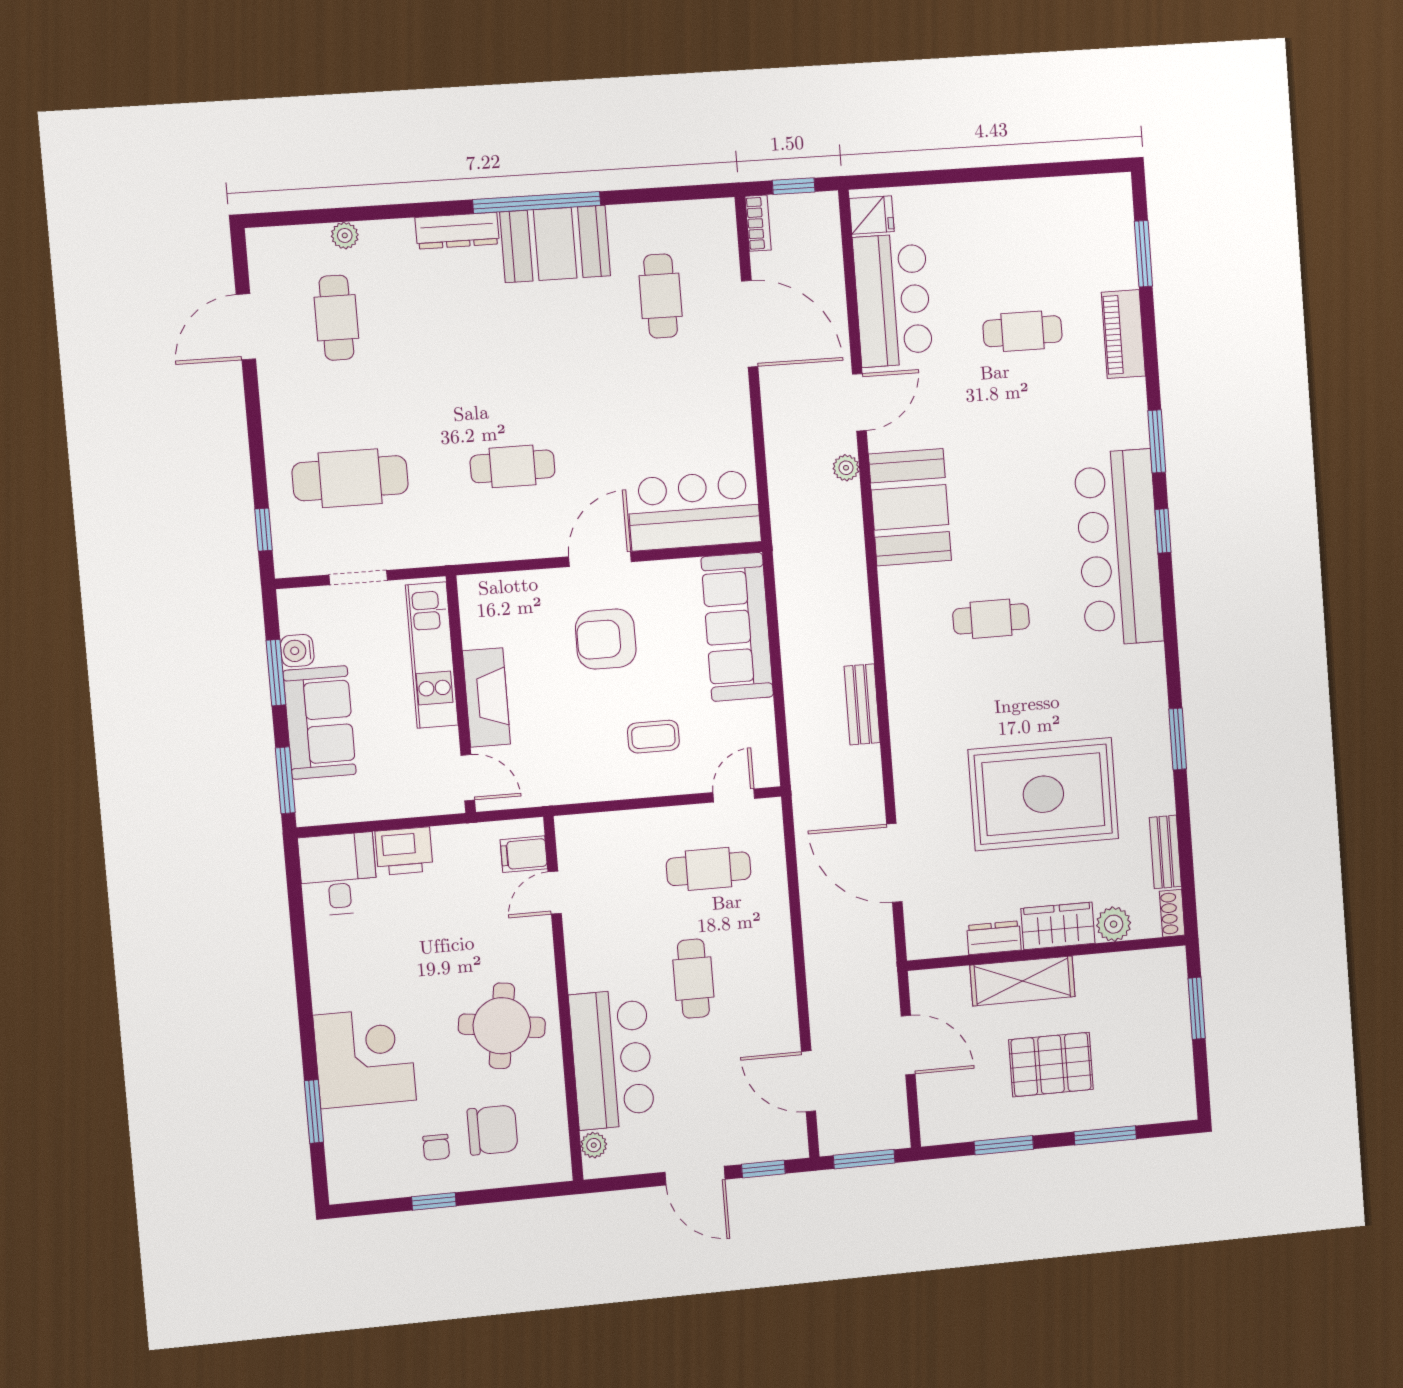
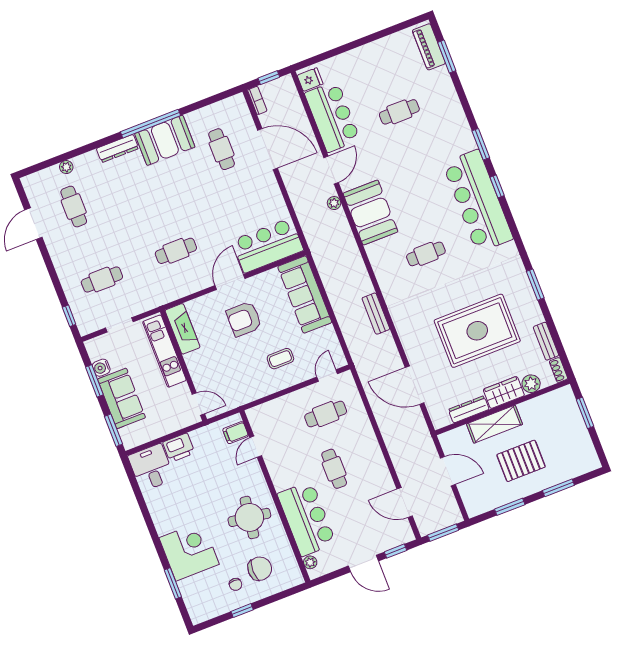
piano: (1123, 334) -> (429, 47), moved
cafe table: (350, 478) -> (102, 279), width x0.73, depth x0.74
fireplace: (487, 697) -> (183, 329), moved
dresser: (994, 938) -> (469, 409), width x1.44

